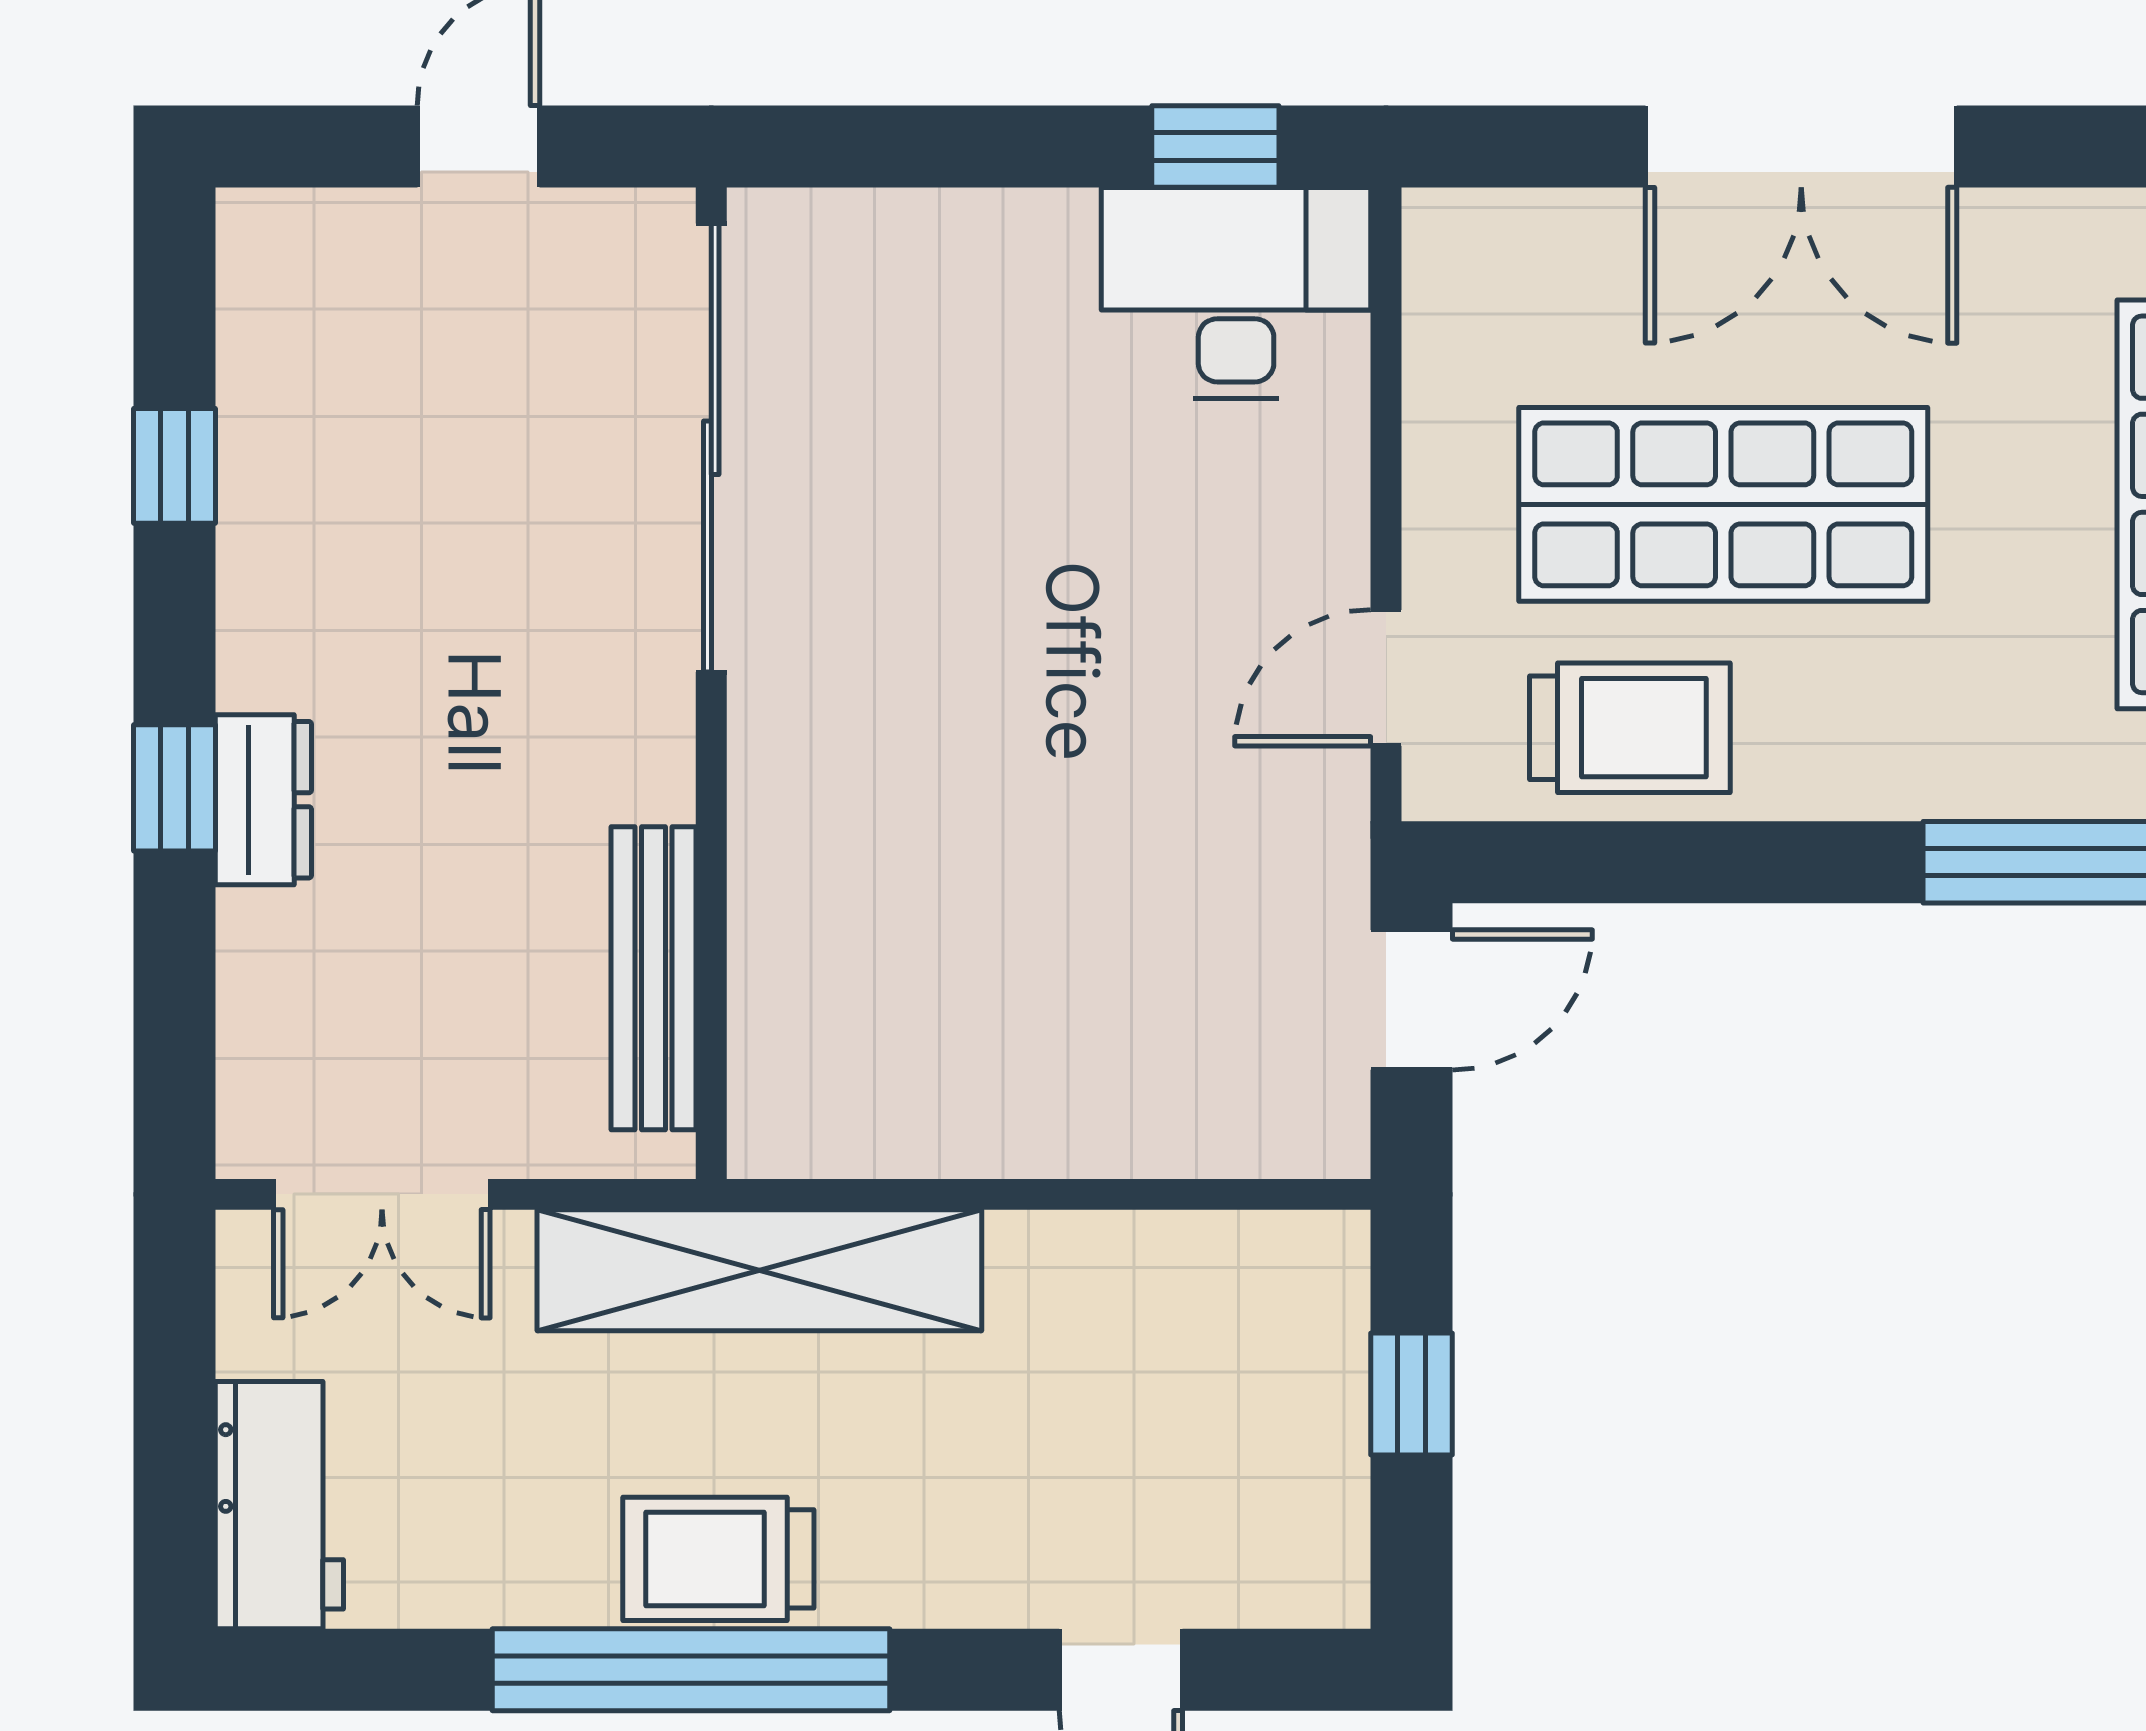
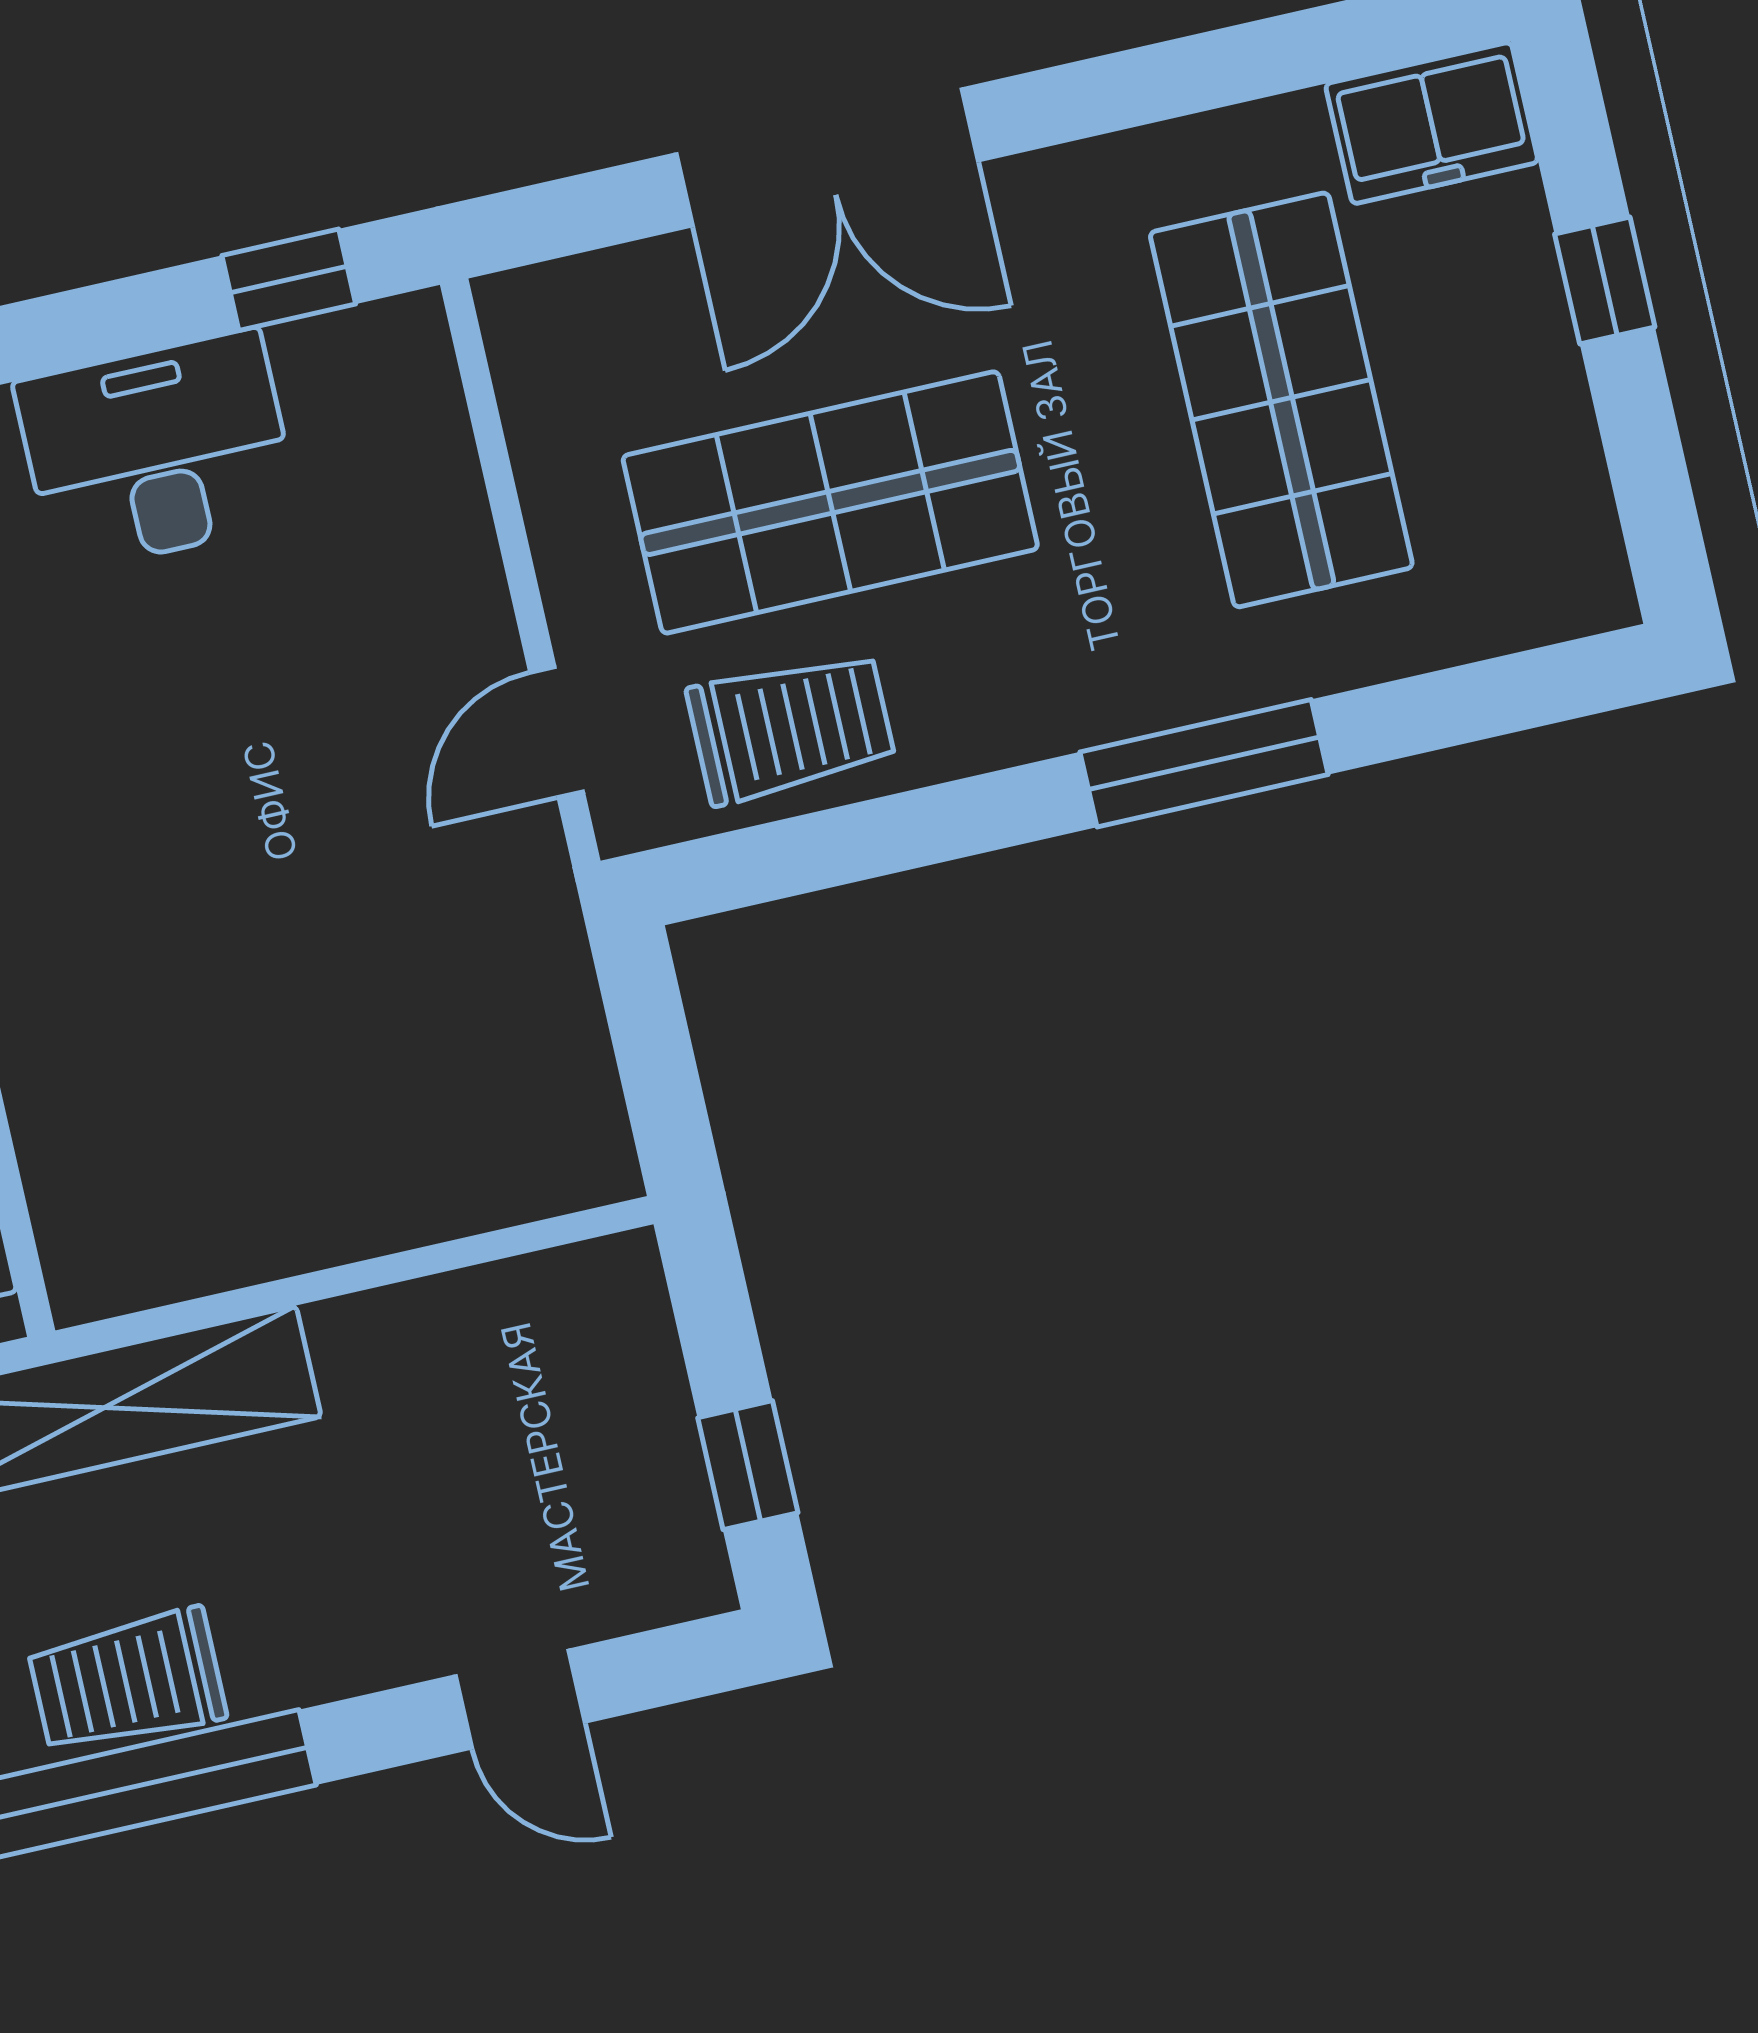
desk: (1236, 293) -> (157, 451), moved
door: (1412, 1000) -> (647, 1023), removed
window: (1412, 1394) -> (748, 1465), moved

